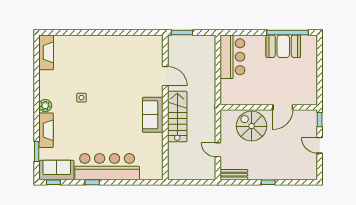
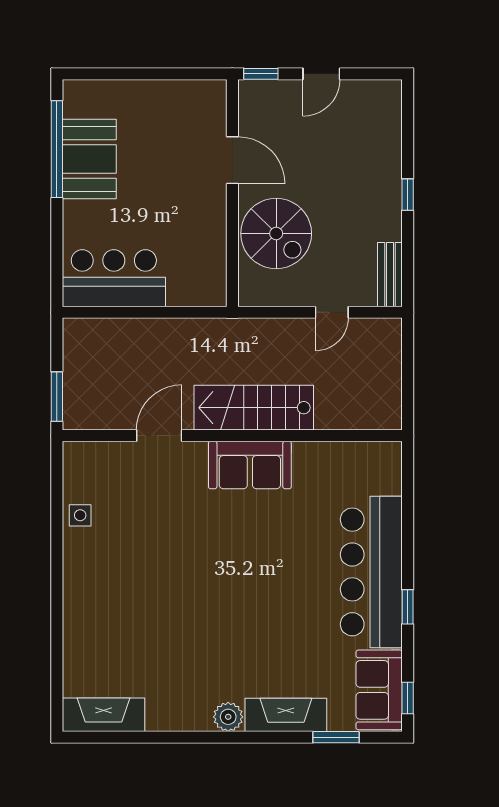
side table: (81, 98) -> (80, 515), moved
spiral stairs: (252, 126) -> (276, 233), turned -90

